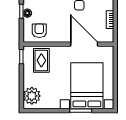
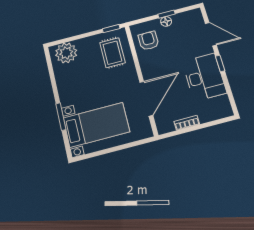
armchair: (39, 31) -> (149, 41), turned -90
rug: (41, 60) -> (112, 53), turned 90
bed with nightstands: (87, 86) -> (96, 125), width x0.73

